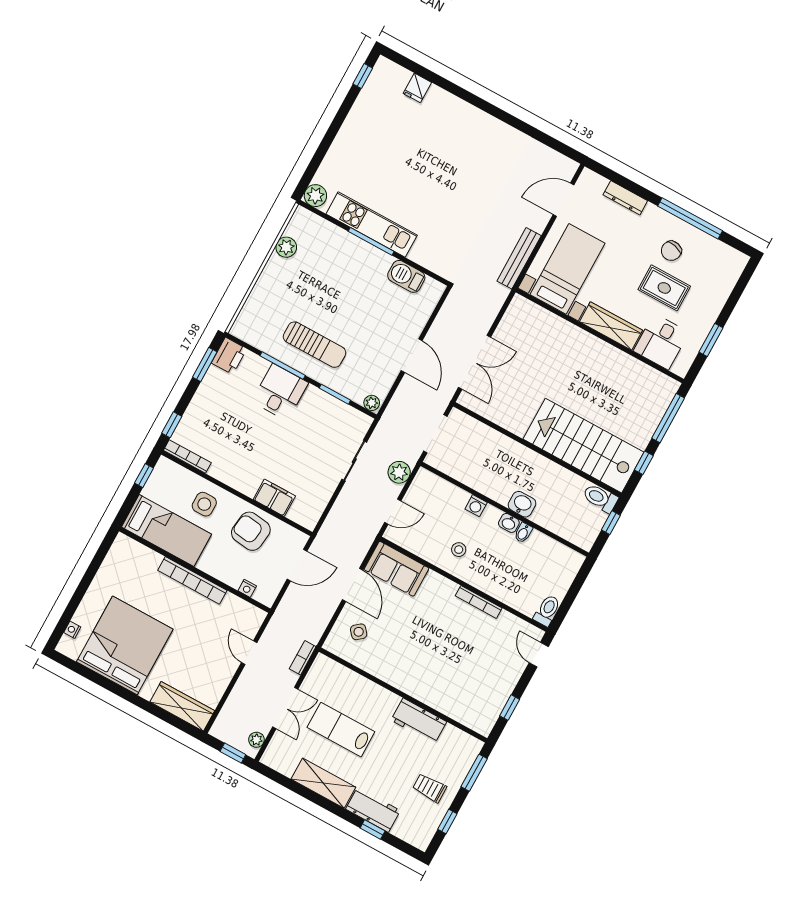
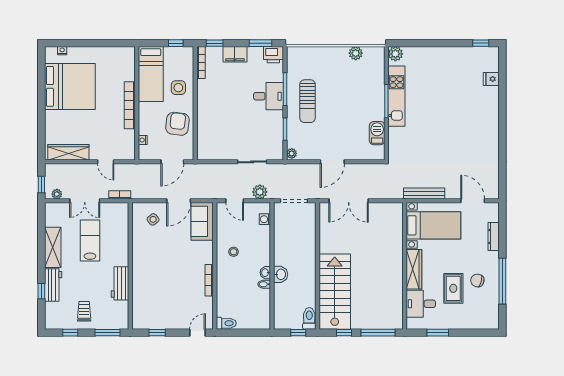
filing cabinet: (274, 498) -> (235, 54), moved, turned 90
washing machine: (476, 506) -> (265, 219), moved
door: (297, 565) -> (172, 162), hinge flipped
door: (249, 653) -> (106, 162), swing flipped
wardrobe: (182, 706) -> (68, 152), moved, turned -90

